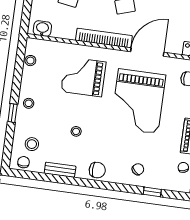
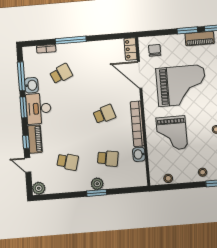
washbasin: (42, 29) -> (139, 154), moved
door: (147, 52) -> (140, 75), moved

